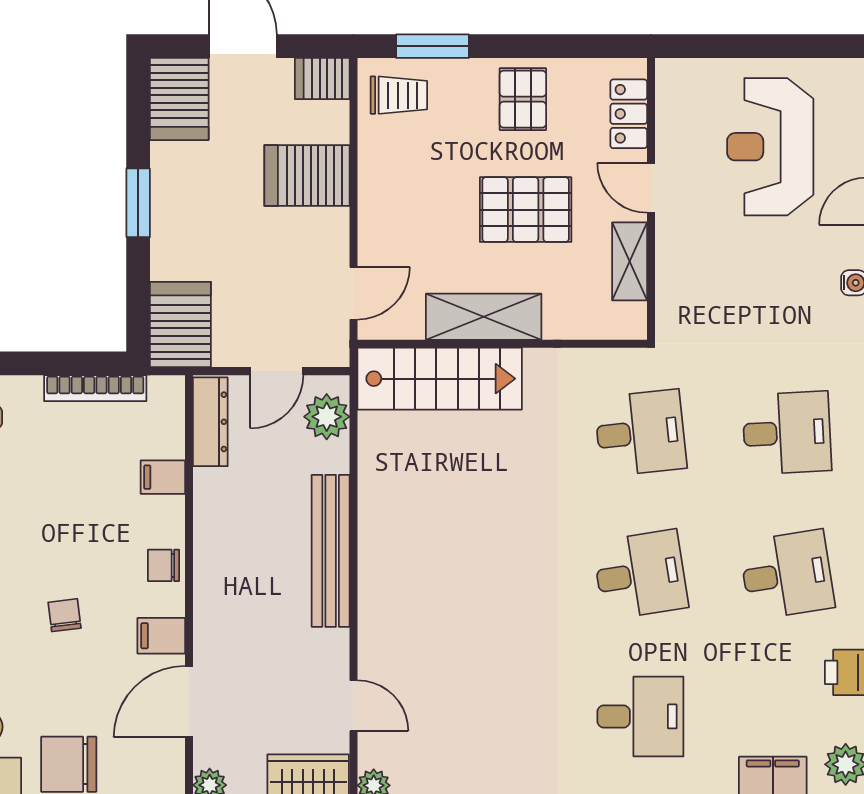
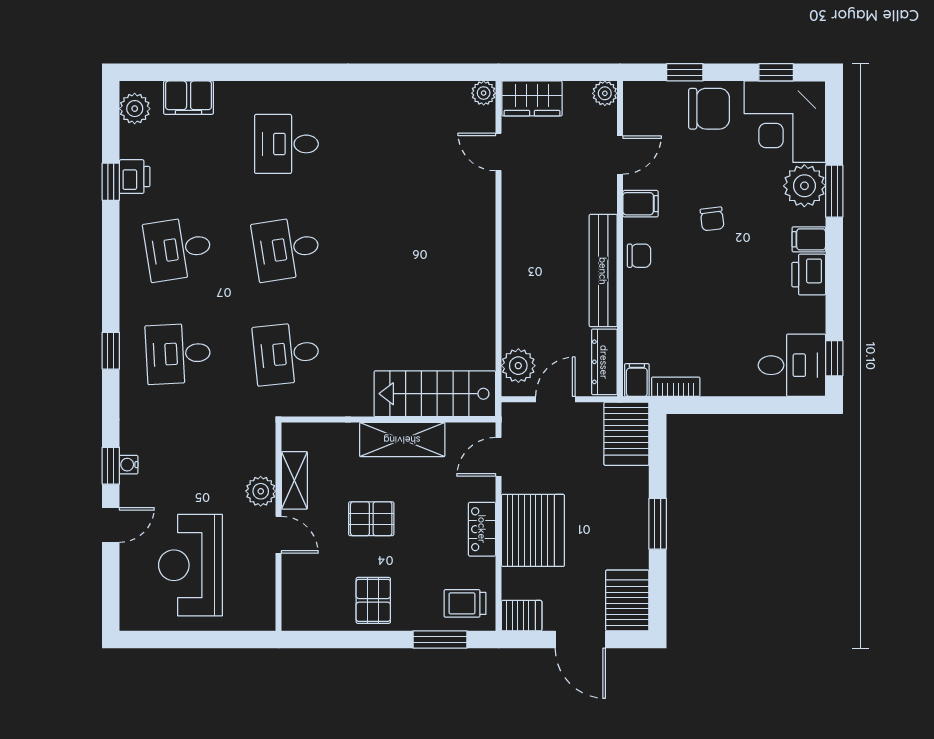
locker: (629, 114) -> (482, 529), moved, turned 180
reception desk: (770, 147) -> (190, 565), turned 180
server rack: (307, 176) -> (533, 530), width x1.60
pallet: (526, 210) -> (371, 519), width x0.67, depth x0.71
plant: (675, 247) -> (261, 491), added
bookcase: (95, 388) -> (676, 387), width x0.64
filing cabinet: (163, 477) -> (637, 380), moved, turned -90
bench: (331, 551) -> (603, 271), moved
door: (189, 702) -> (620, 155), width x0.73

